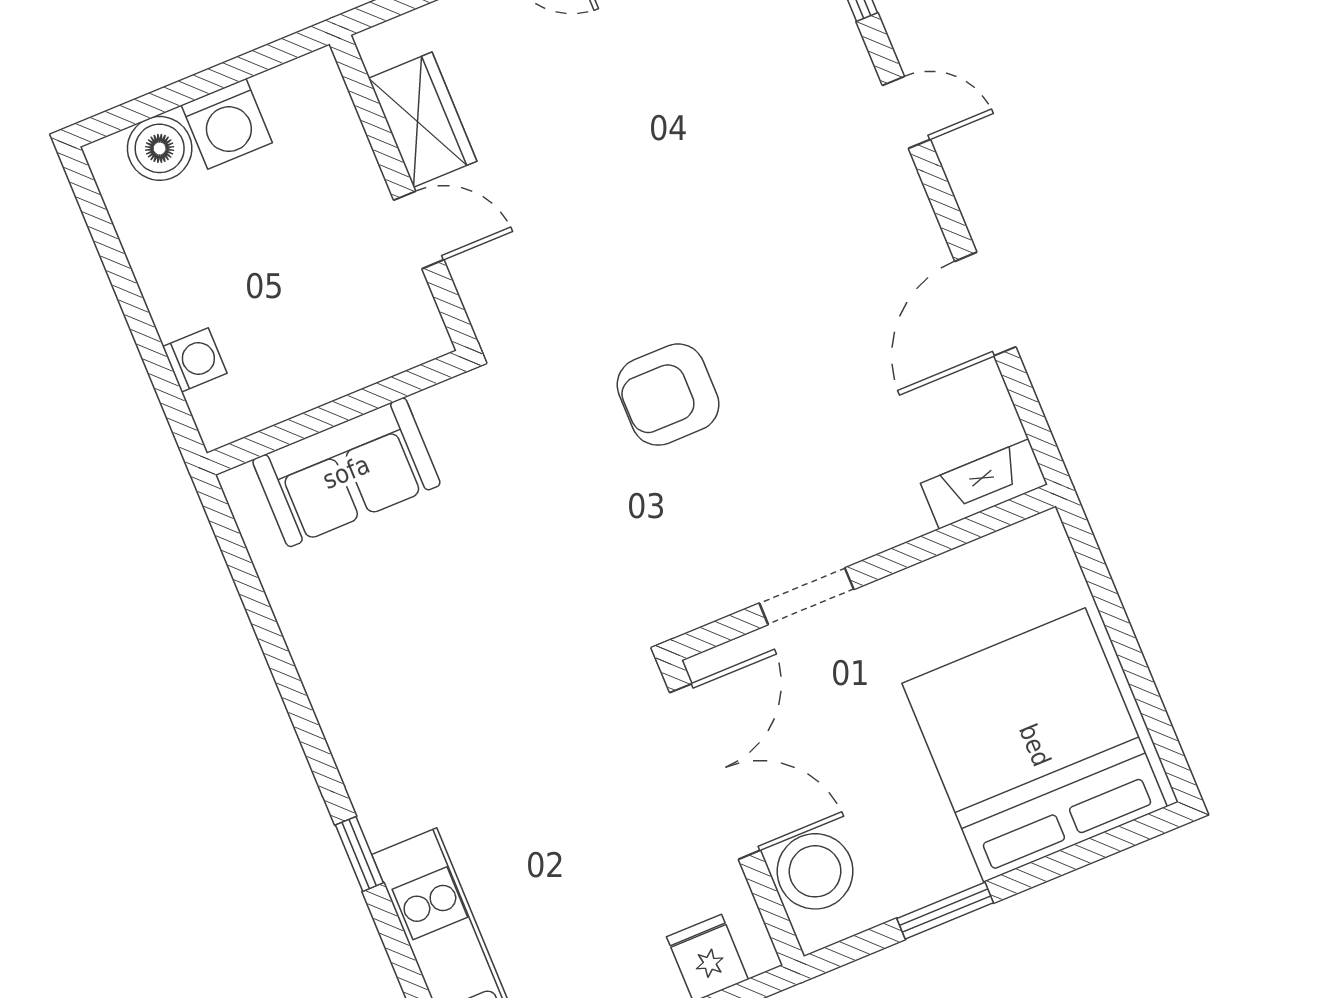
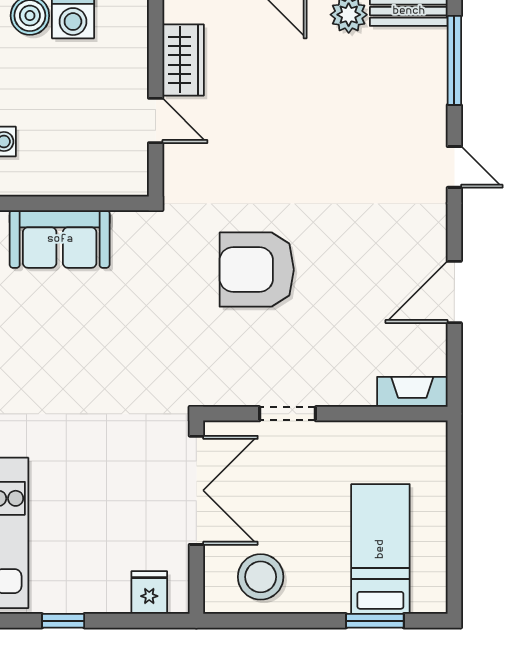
armchair: (668, 395) -> (257, 270), width x1.36, depth x1.36
bed: (1035, 745) -> (380, 549), width x0.49
stool: (815, 871) -> (261, 577), moved
window: (945, 911) -> (375, 621), moved

